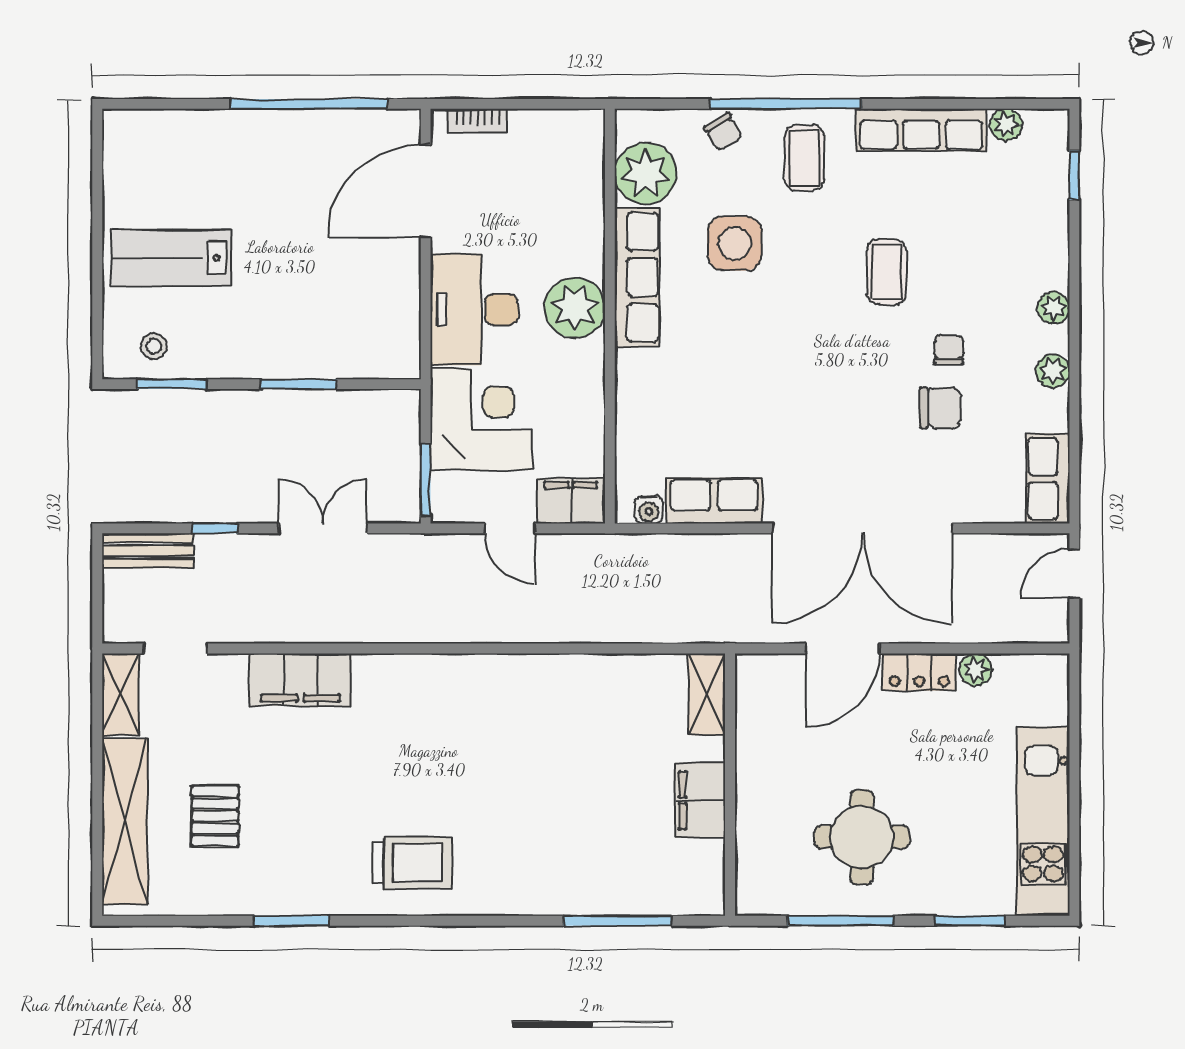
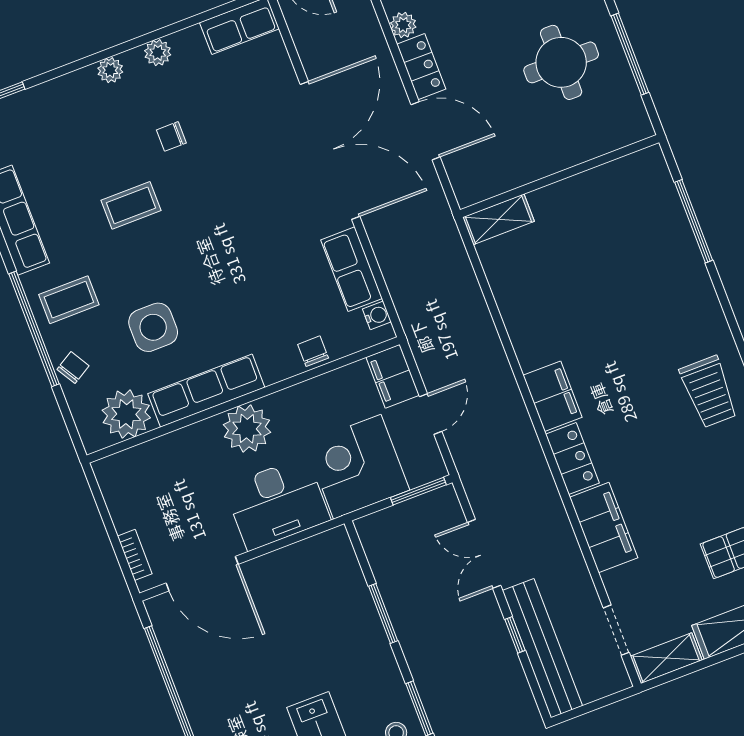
chair: (940, 408) -> (313, 351), moved, width x0.73, depth x0.73
bench: (148, 551) -> (542, 648), width x1.86, depth x1.21
locker: (395, 674) -> (572, 459), added
filing cabinet: (700, 800) -> (553, 396), moved, turned -90
trolley: (412, 863) -> (709, 392), turned 180

